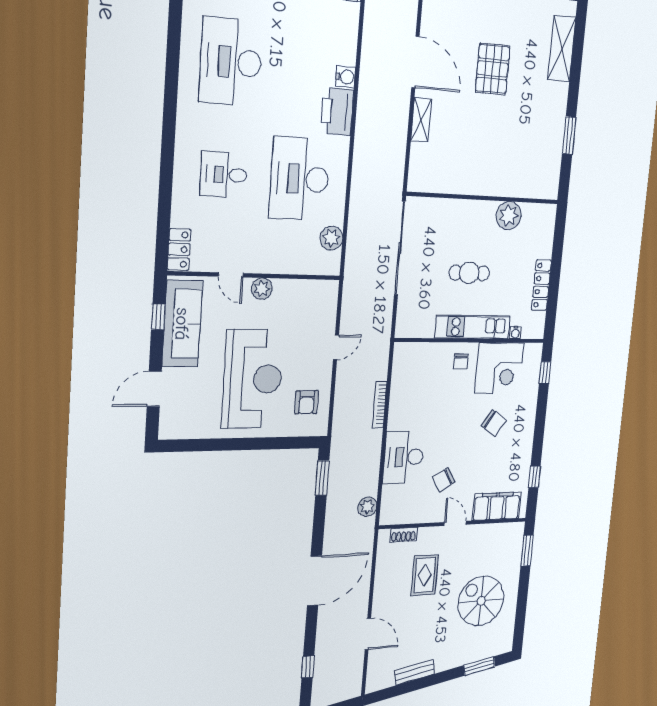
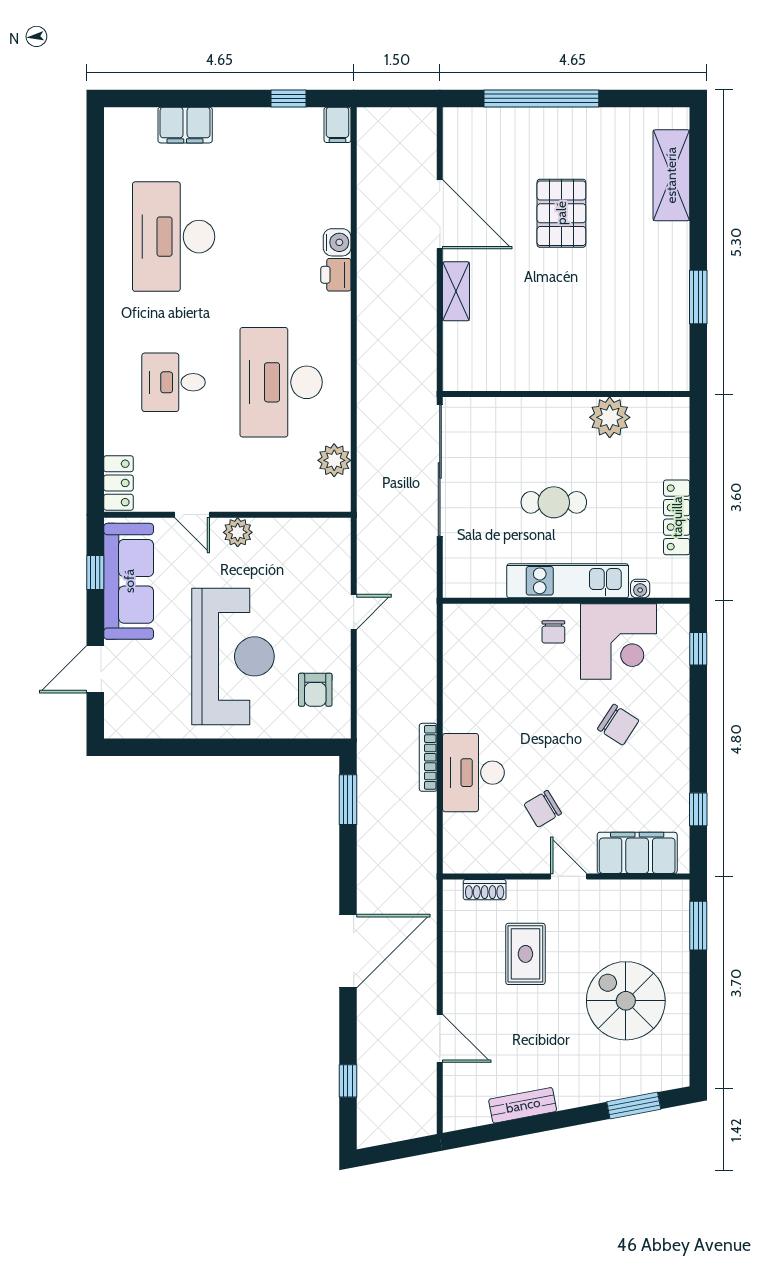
printer: (337, 111) -> (336, 275), width x0.53, depth x0.68
bookcase: (380, 404) -> (428, 757), moved
plant: (367, 507) -> (422, 845), removed

